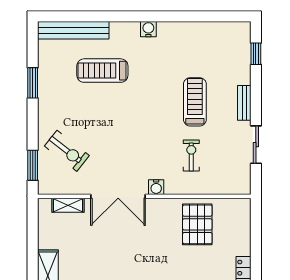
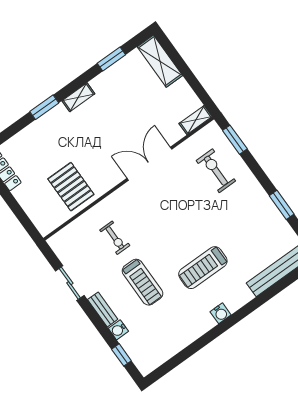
treadmill: (102, 71) -> (203, 268), moved, turned 180
exercise bike: (67, 151) -> (216, 171), turned 52
water cooler: (156, 187) -> (118, 330), moved, turned -90
shelving: (68, 205) -> (196, 120), moved

